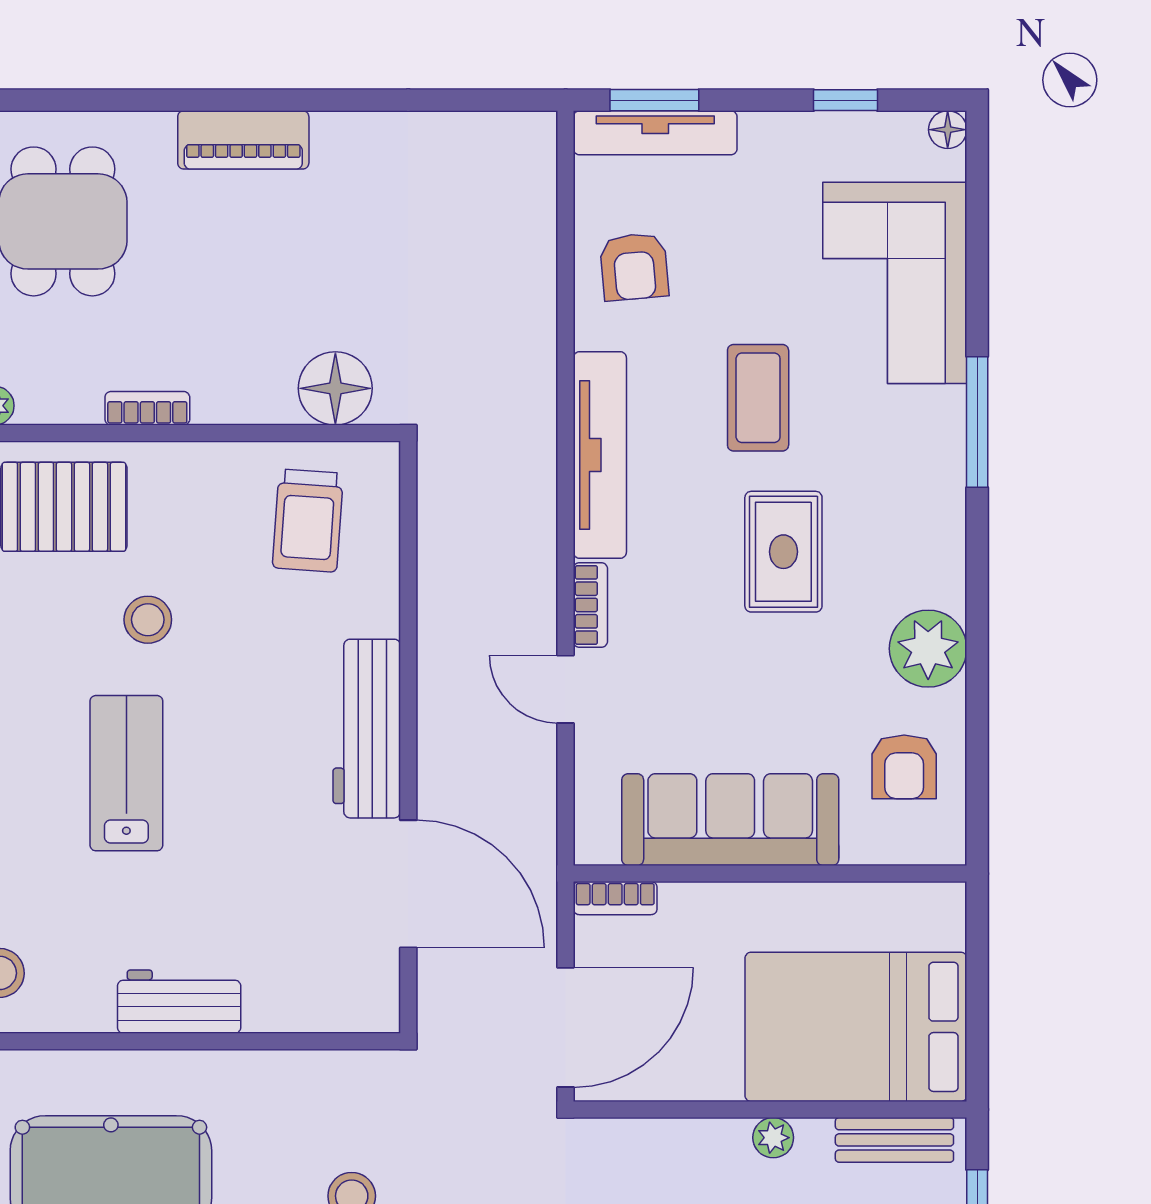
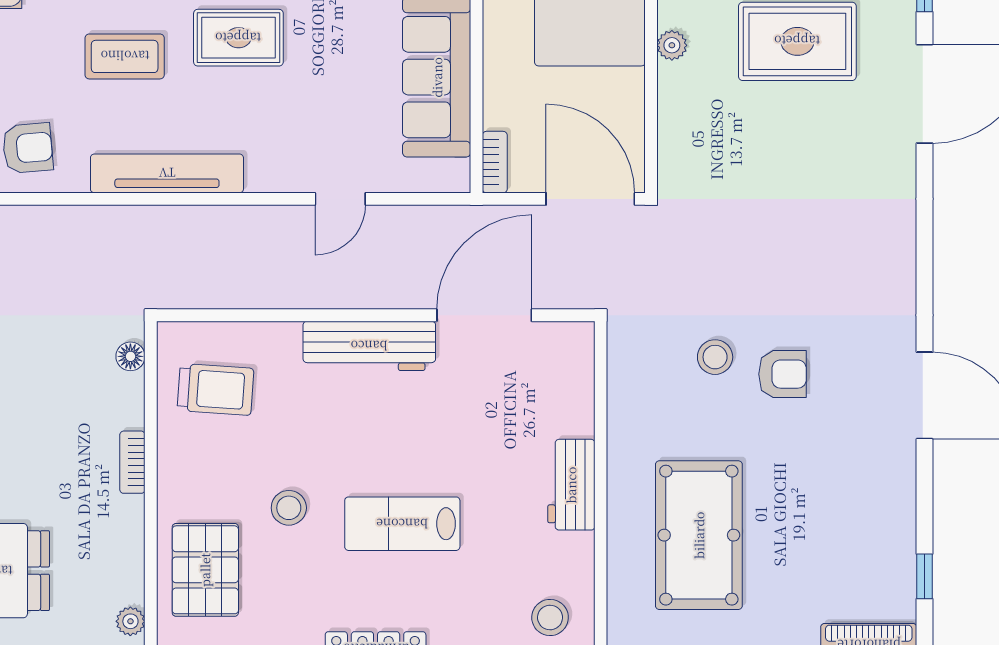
floor lamp: (335, 388) -> (130, 356), width x0.53, depth x0.53
bookcase: (147, 408) -> (132, 462), moved
bookcase: (590, 605) -> (278, 180), removed

